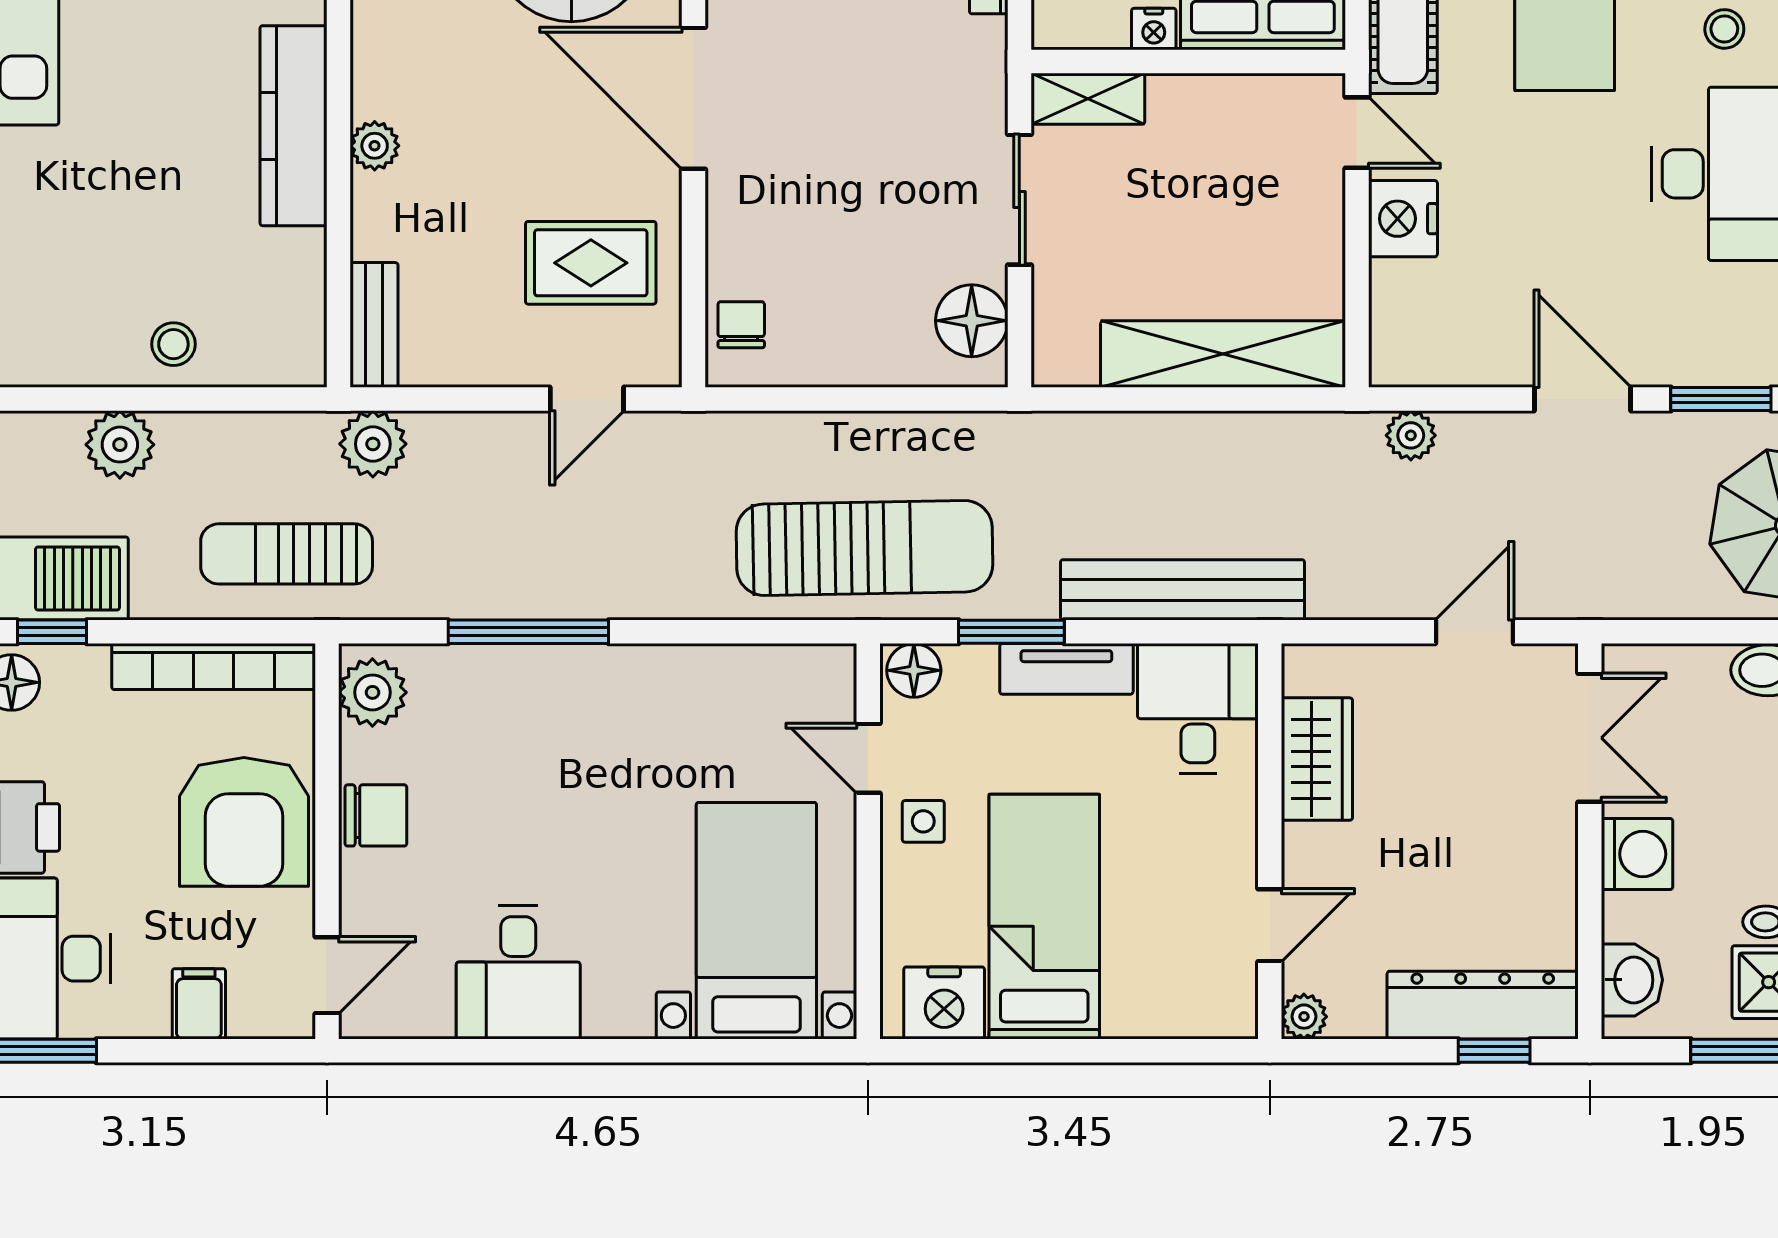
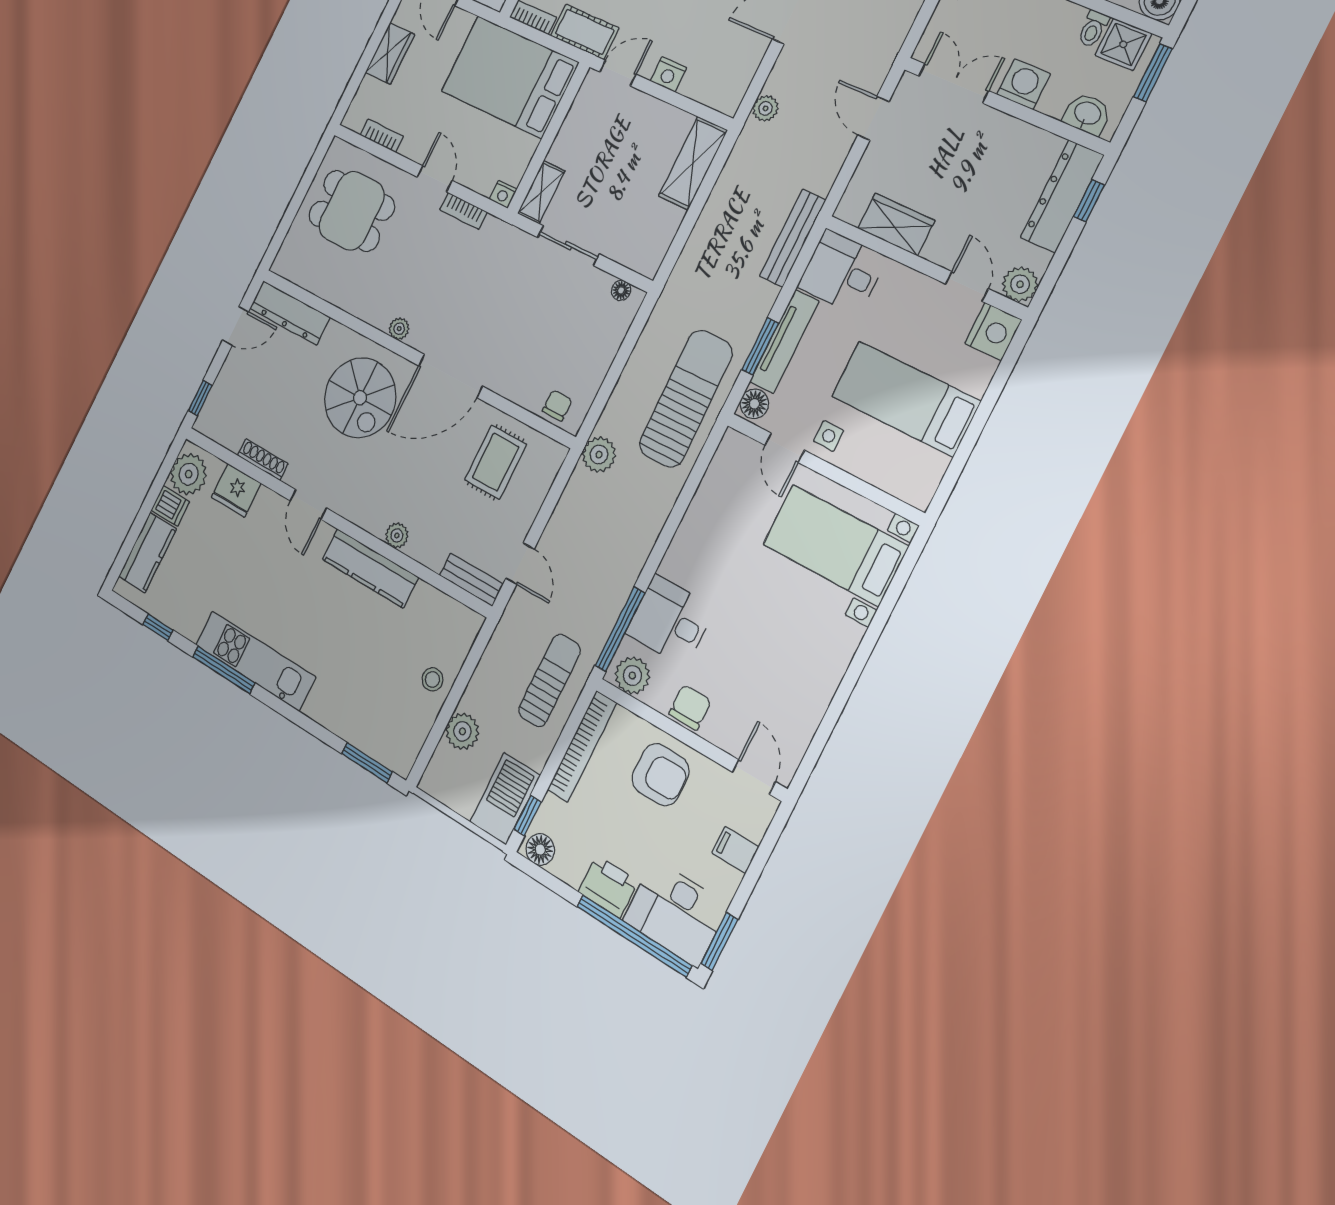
nightstand: (1154, 29) -> (503, 194), moved, turned 90
nightstand: (1403, 219) -> (668, 74), width x0.74, depth x0.75
floor lamp: (972, 321) -> (621, 290), width x0.53, depth x0.53
chair: (741, 325) -> (557, 405), turned 90
shelving: (1223, 354) -> (693, 163), width x0.68
door: (587, 399) -> (520, 564), moved
plant: (373, 444) -> (599, 455), moved
sun lounger: (287, 554) -> (550, 680), turned 180
bench: (1182, 590) -> (793, 238), width x0.73, depth x0.82
window: (528, 632) -> (620, 629), moved
tv unit: (1066, 669) -> (784, 342), width x1.41
door: (868, 758) -> (785, 448), hinge flipped
armchair: (244, 822) -> (660, 775), width x0.73, depth x0.73
desk: (518, 973) -> (670, 621), moved, turned 180
nightstand: (944, 1003) -> (993, 332), moved
plant: (1304, 1017) -> (1020, 284), width x1.38, depth x1.38

